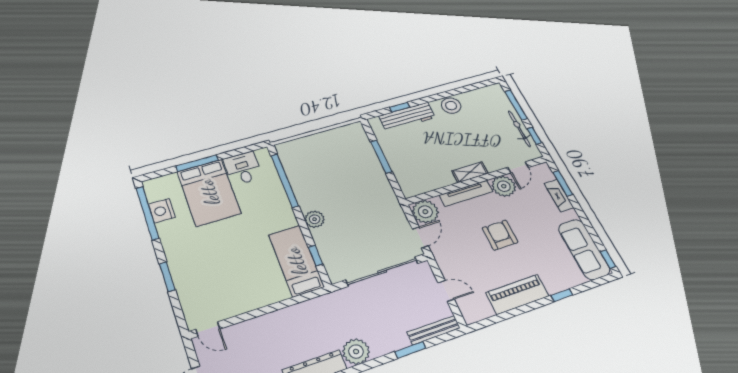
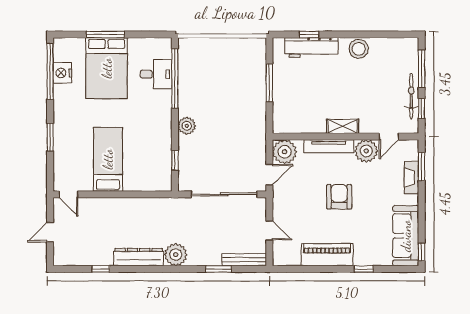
desk: (243, 168) -> (156, 74), moved, turned 90
bed: (296, 261) -> (108, 159), moved

